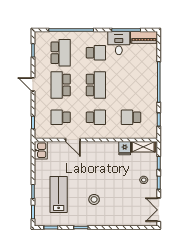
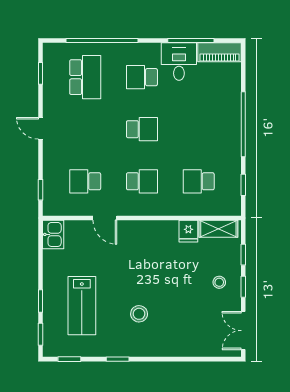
school desk: (96, 53) -> (142, 77), turned 180
school desk: (61, 85) -> (85, 129), removed
school desk: (96, 85) -> (142, 129), width x0.54
lab bench: (59, 194) -> (82, 306), turned 180

